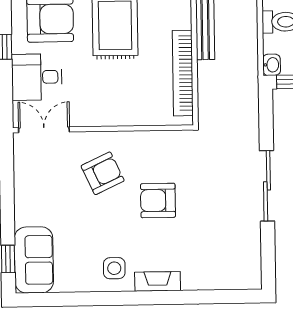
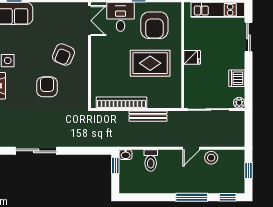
armchair: (103, 173) -> (63, 55), turned 48
sliding door: (267, 186) -> (36, 151), moved

